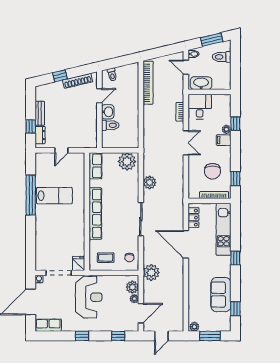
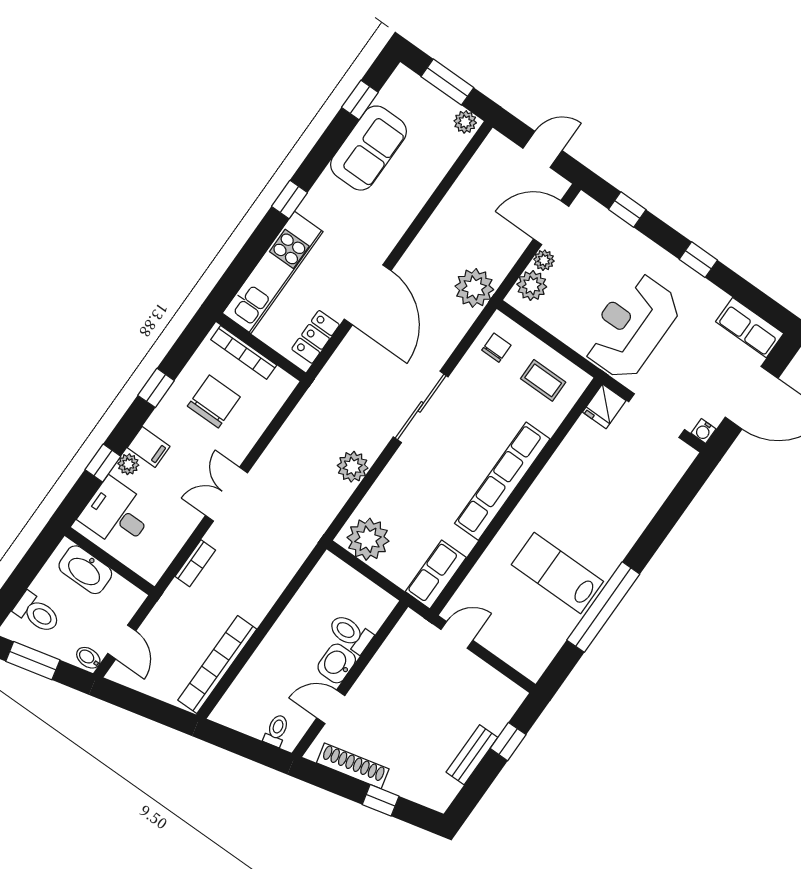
washbasin: (201, 83) -> (85, 570), moved
desk: (200, 107) -> (117, 514), moved, turned 90
dresser: (40, 135) -> (502, 712), removed
door: (61, 150) -> (457, 635), moved
window: (235, 179) -> (156, 388), moved

